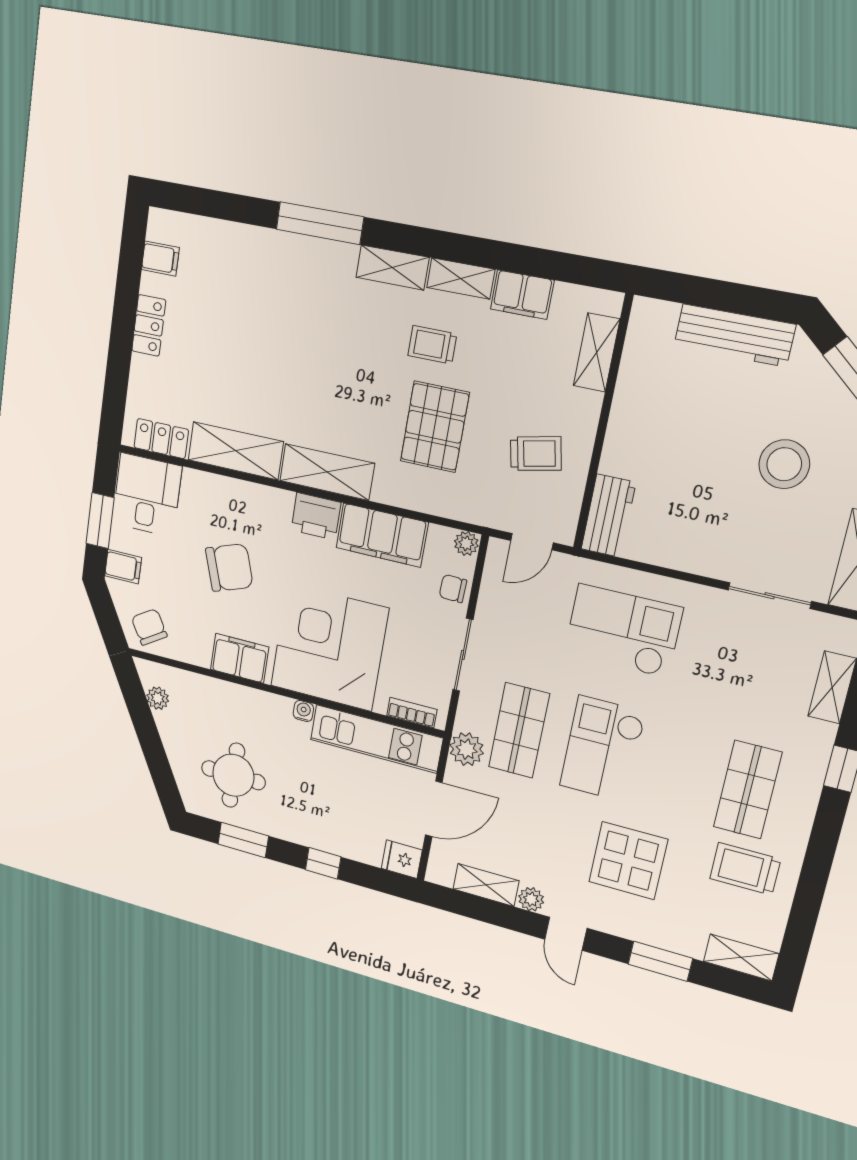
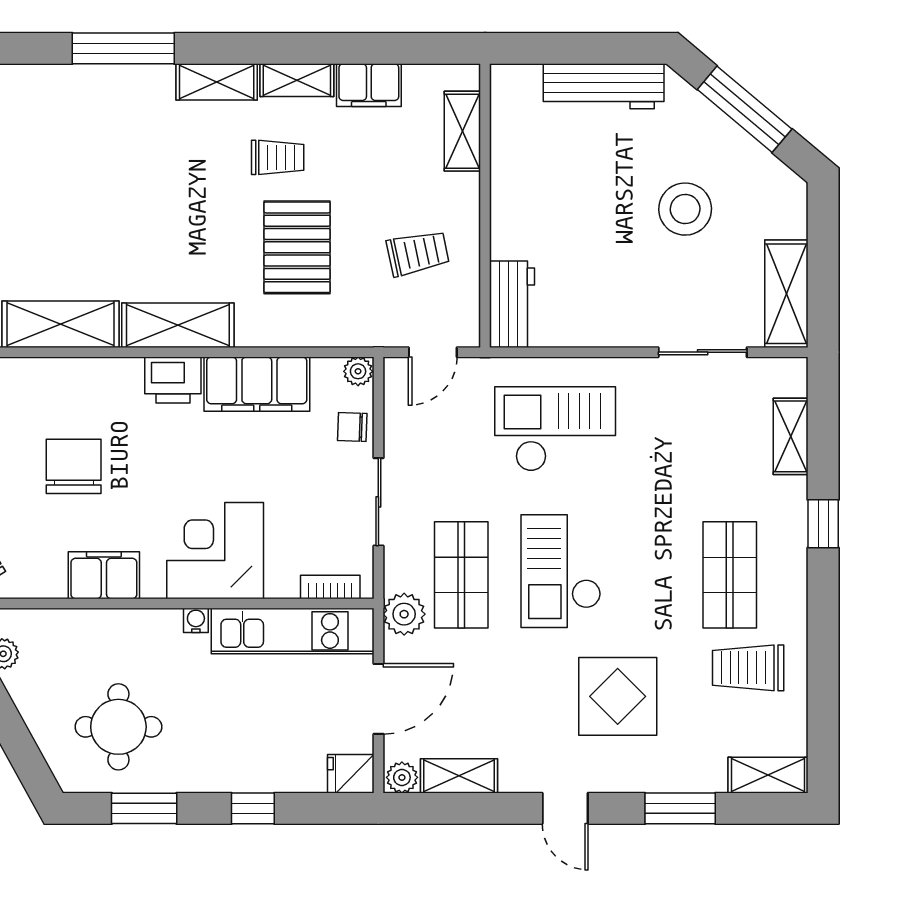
trolley: (432, 345) -> (278, 157), turned 180
chair: (229, 568) -> (74, 466), turned -71
corner desk: (329, 647) -> (215, 551), width x0.74, depth x0.74
plant: (531, 899) -> (402, 777), moved

